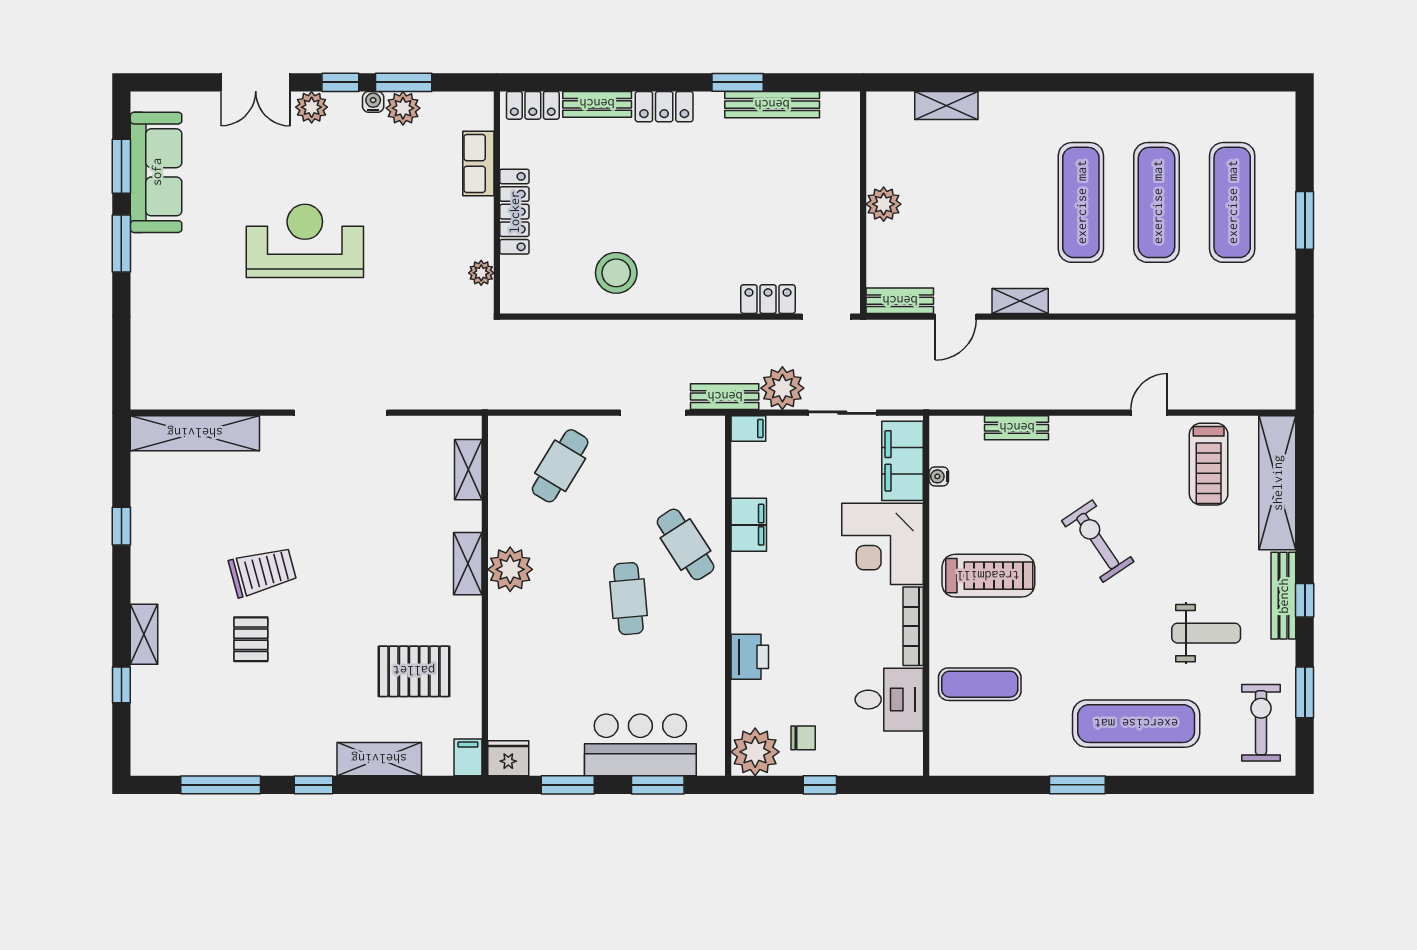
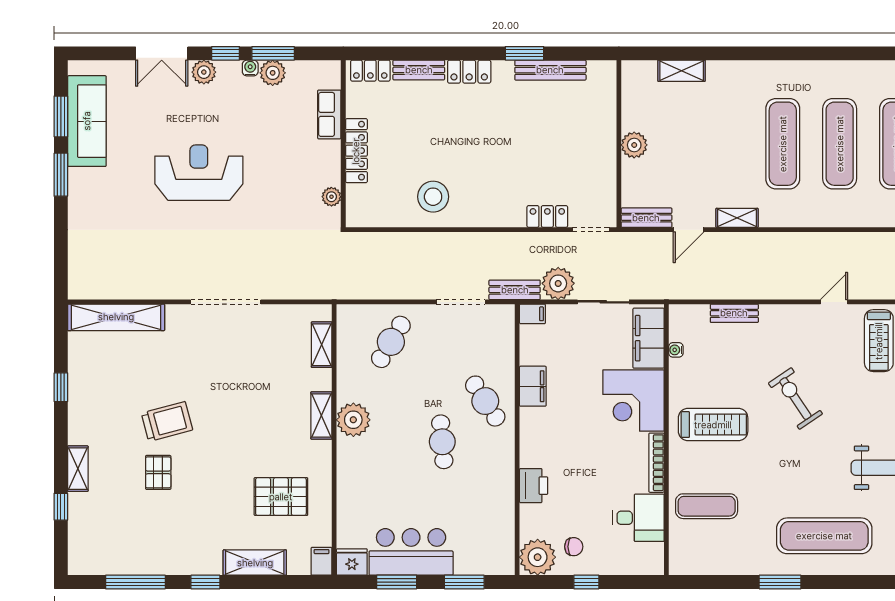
bar counter: (640, 745) -> (411, 552), moved

